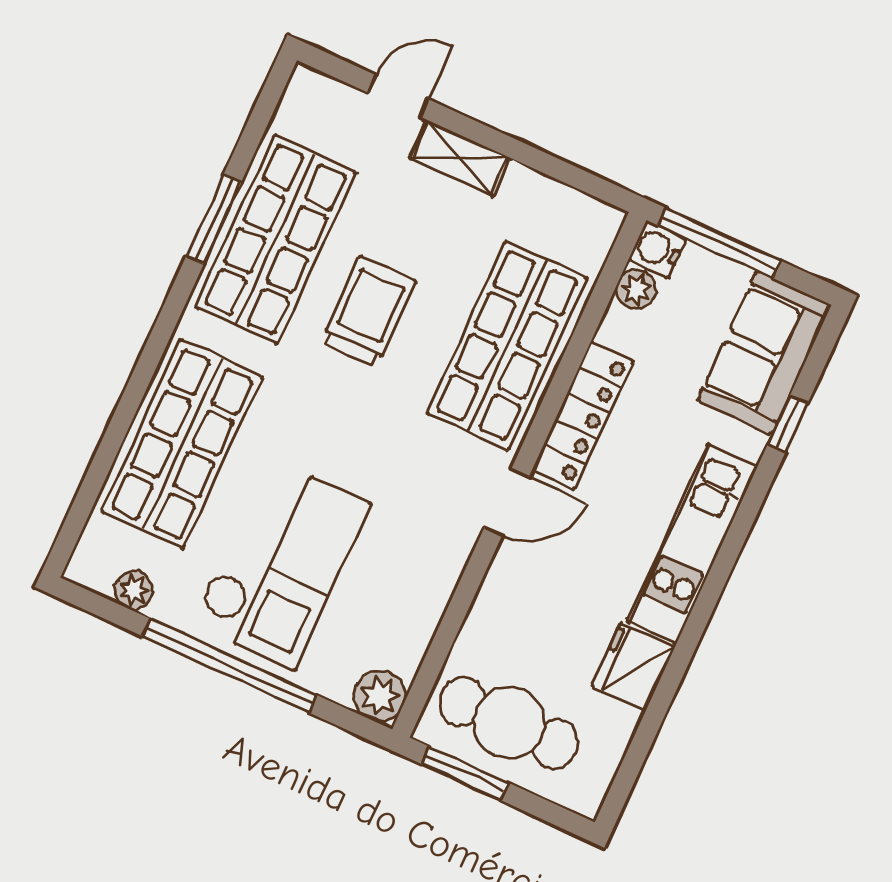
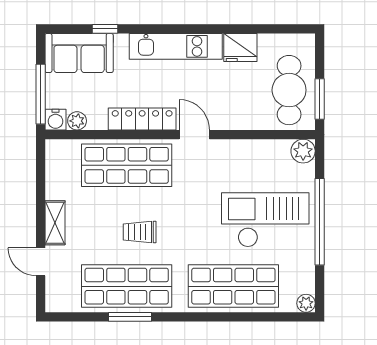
trolley: (368, 312) -> (140, 232), width x0.73, depth x0.72
plant: (134, 590) -> (306, 303), moved

